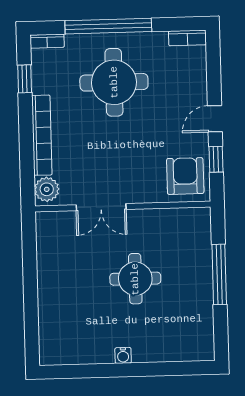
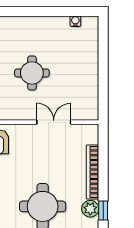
plant: (47, 189) -> (90, 209), moved
water cooler: (123, 355) -> (75, 21), moved

